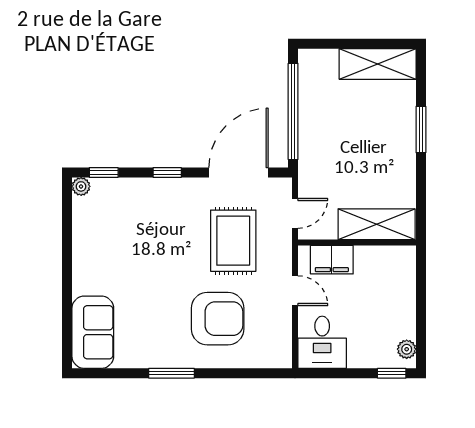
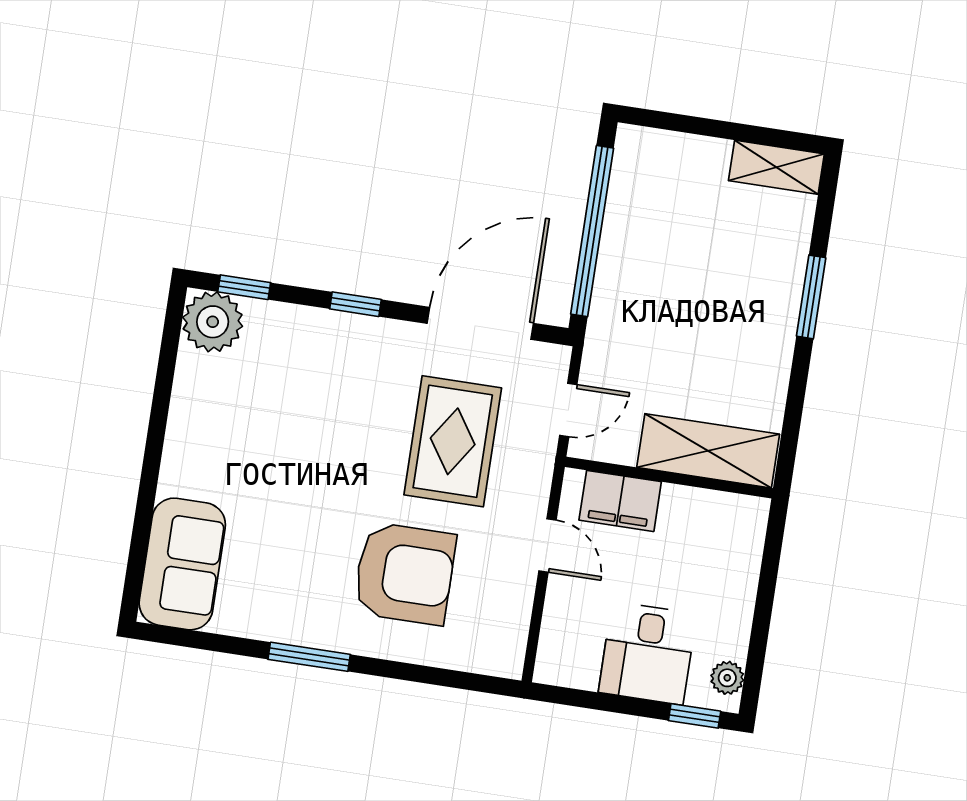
shelving: (378, 64) -> (776, 167), width x0.67, depth x0.75
plant: (81, 186) -> (213, 322), width x1.88, depth x1.88
desk: (322, 342) -> (647, 653), moved

